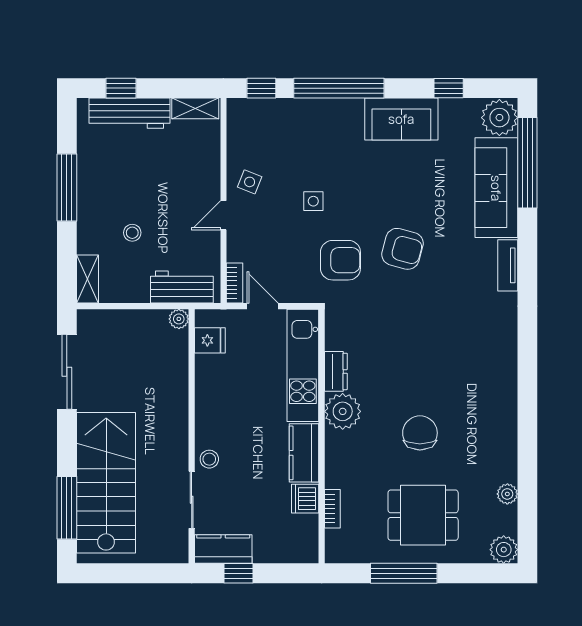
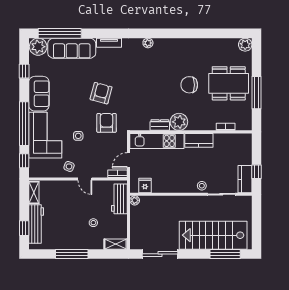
corner sofa: (315, 132) -> (45, 135), added
plant: (507, 494) -> (148, 43), moved
dishwasher: (305, 499) -> (221, 140), removed
dining table: (423, 515) -> (229, 83), width x1.38

